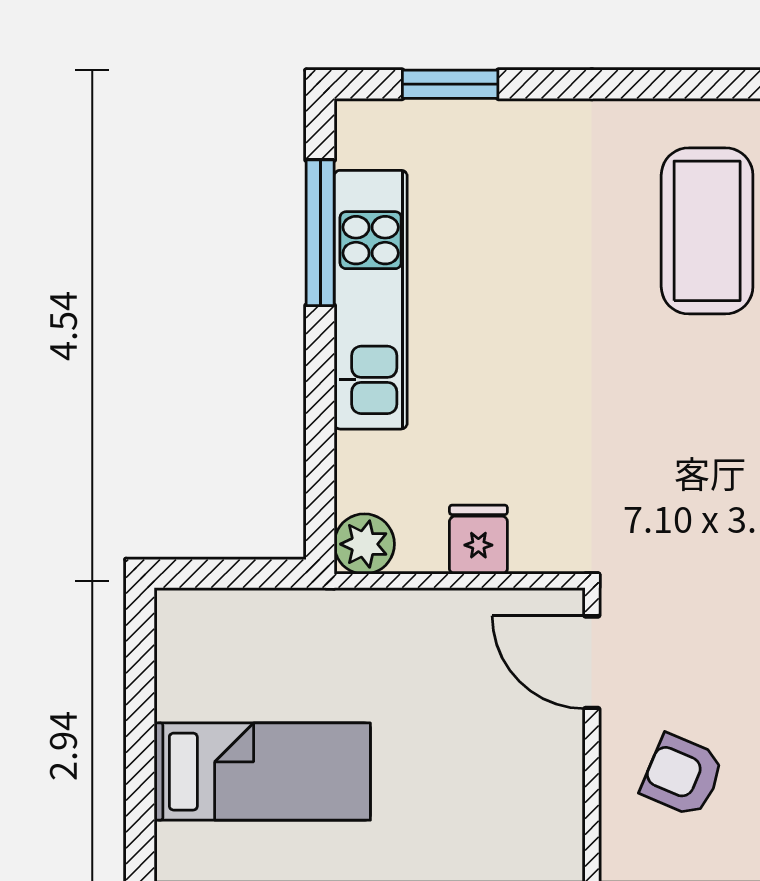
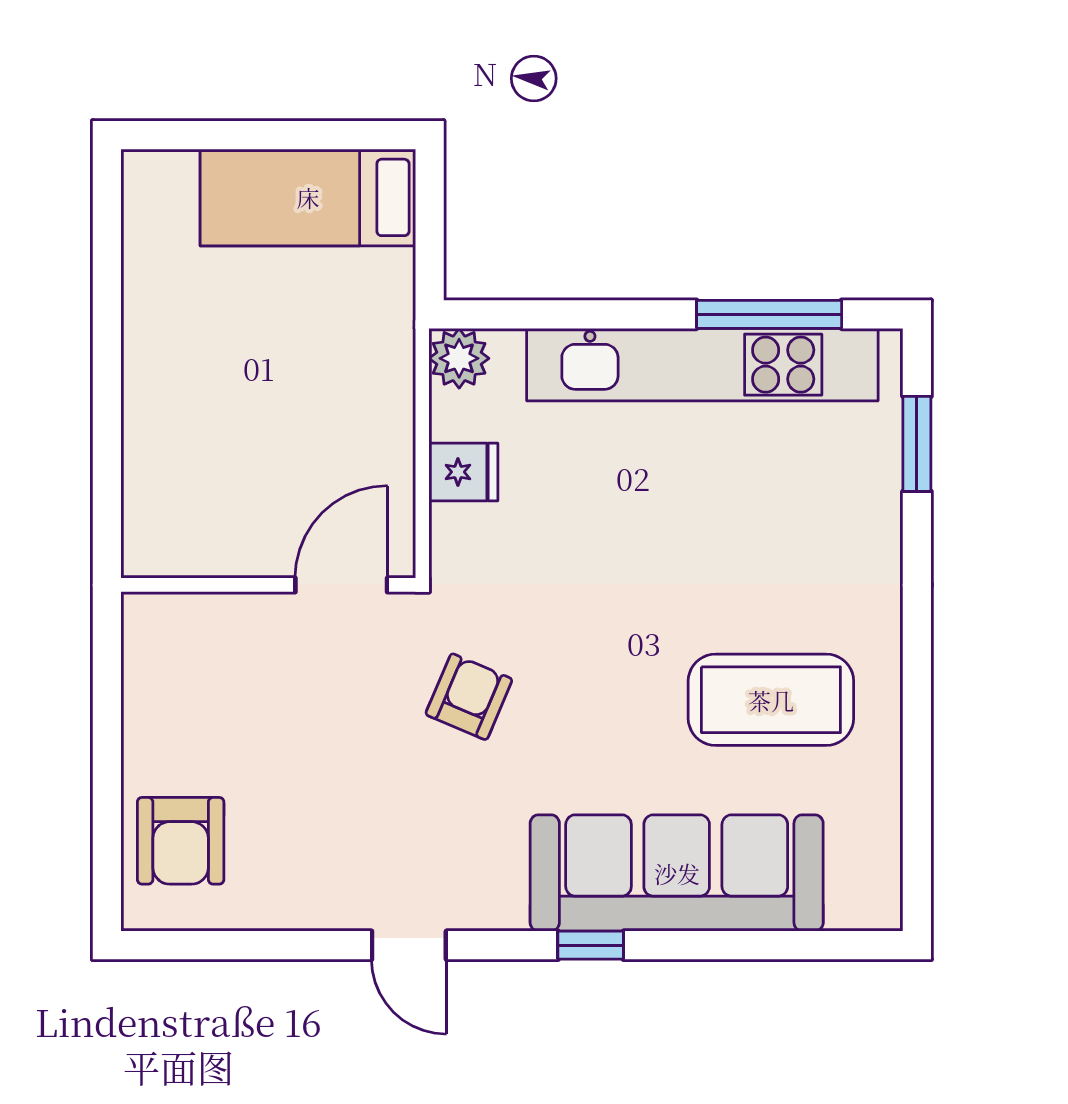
kitchen unit: (371, 300) -> (702, 365), width x1.36
bed: (262, 772) -> (308, 197), moved, turned 90
armchair: (682, 775) -> (469, 697), moved

